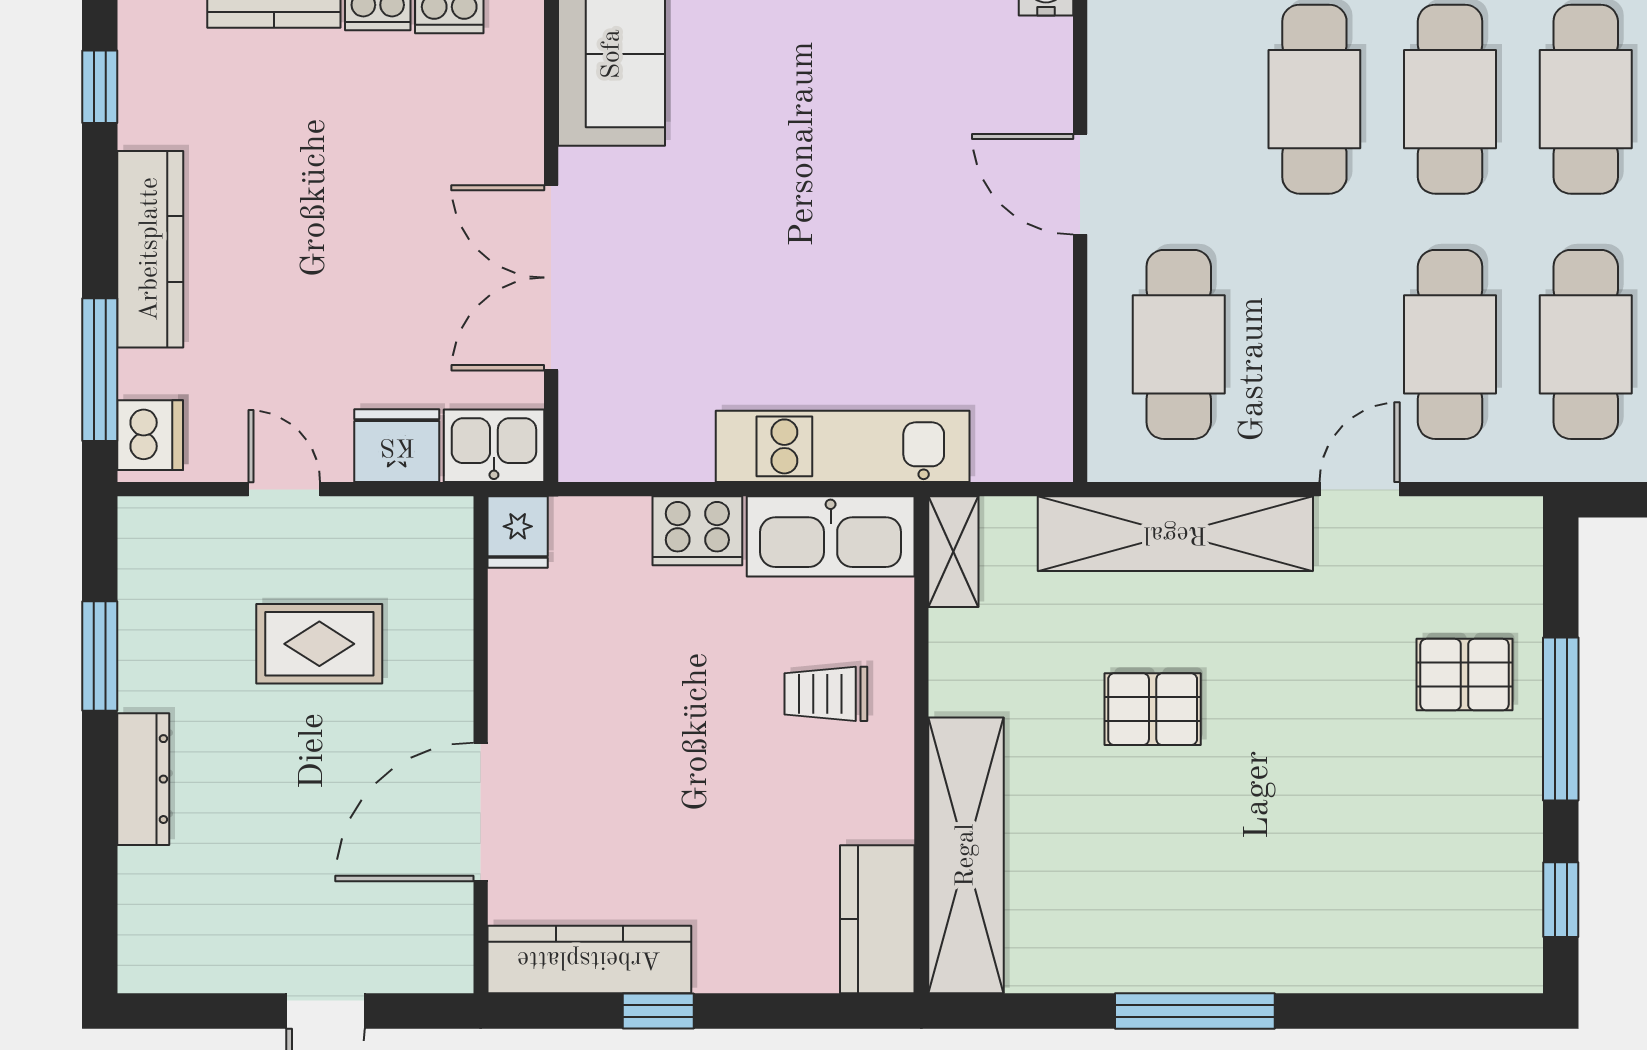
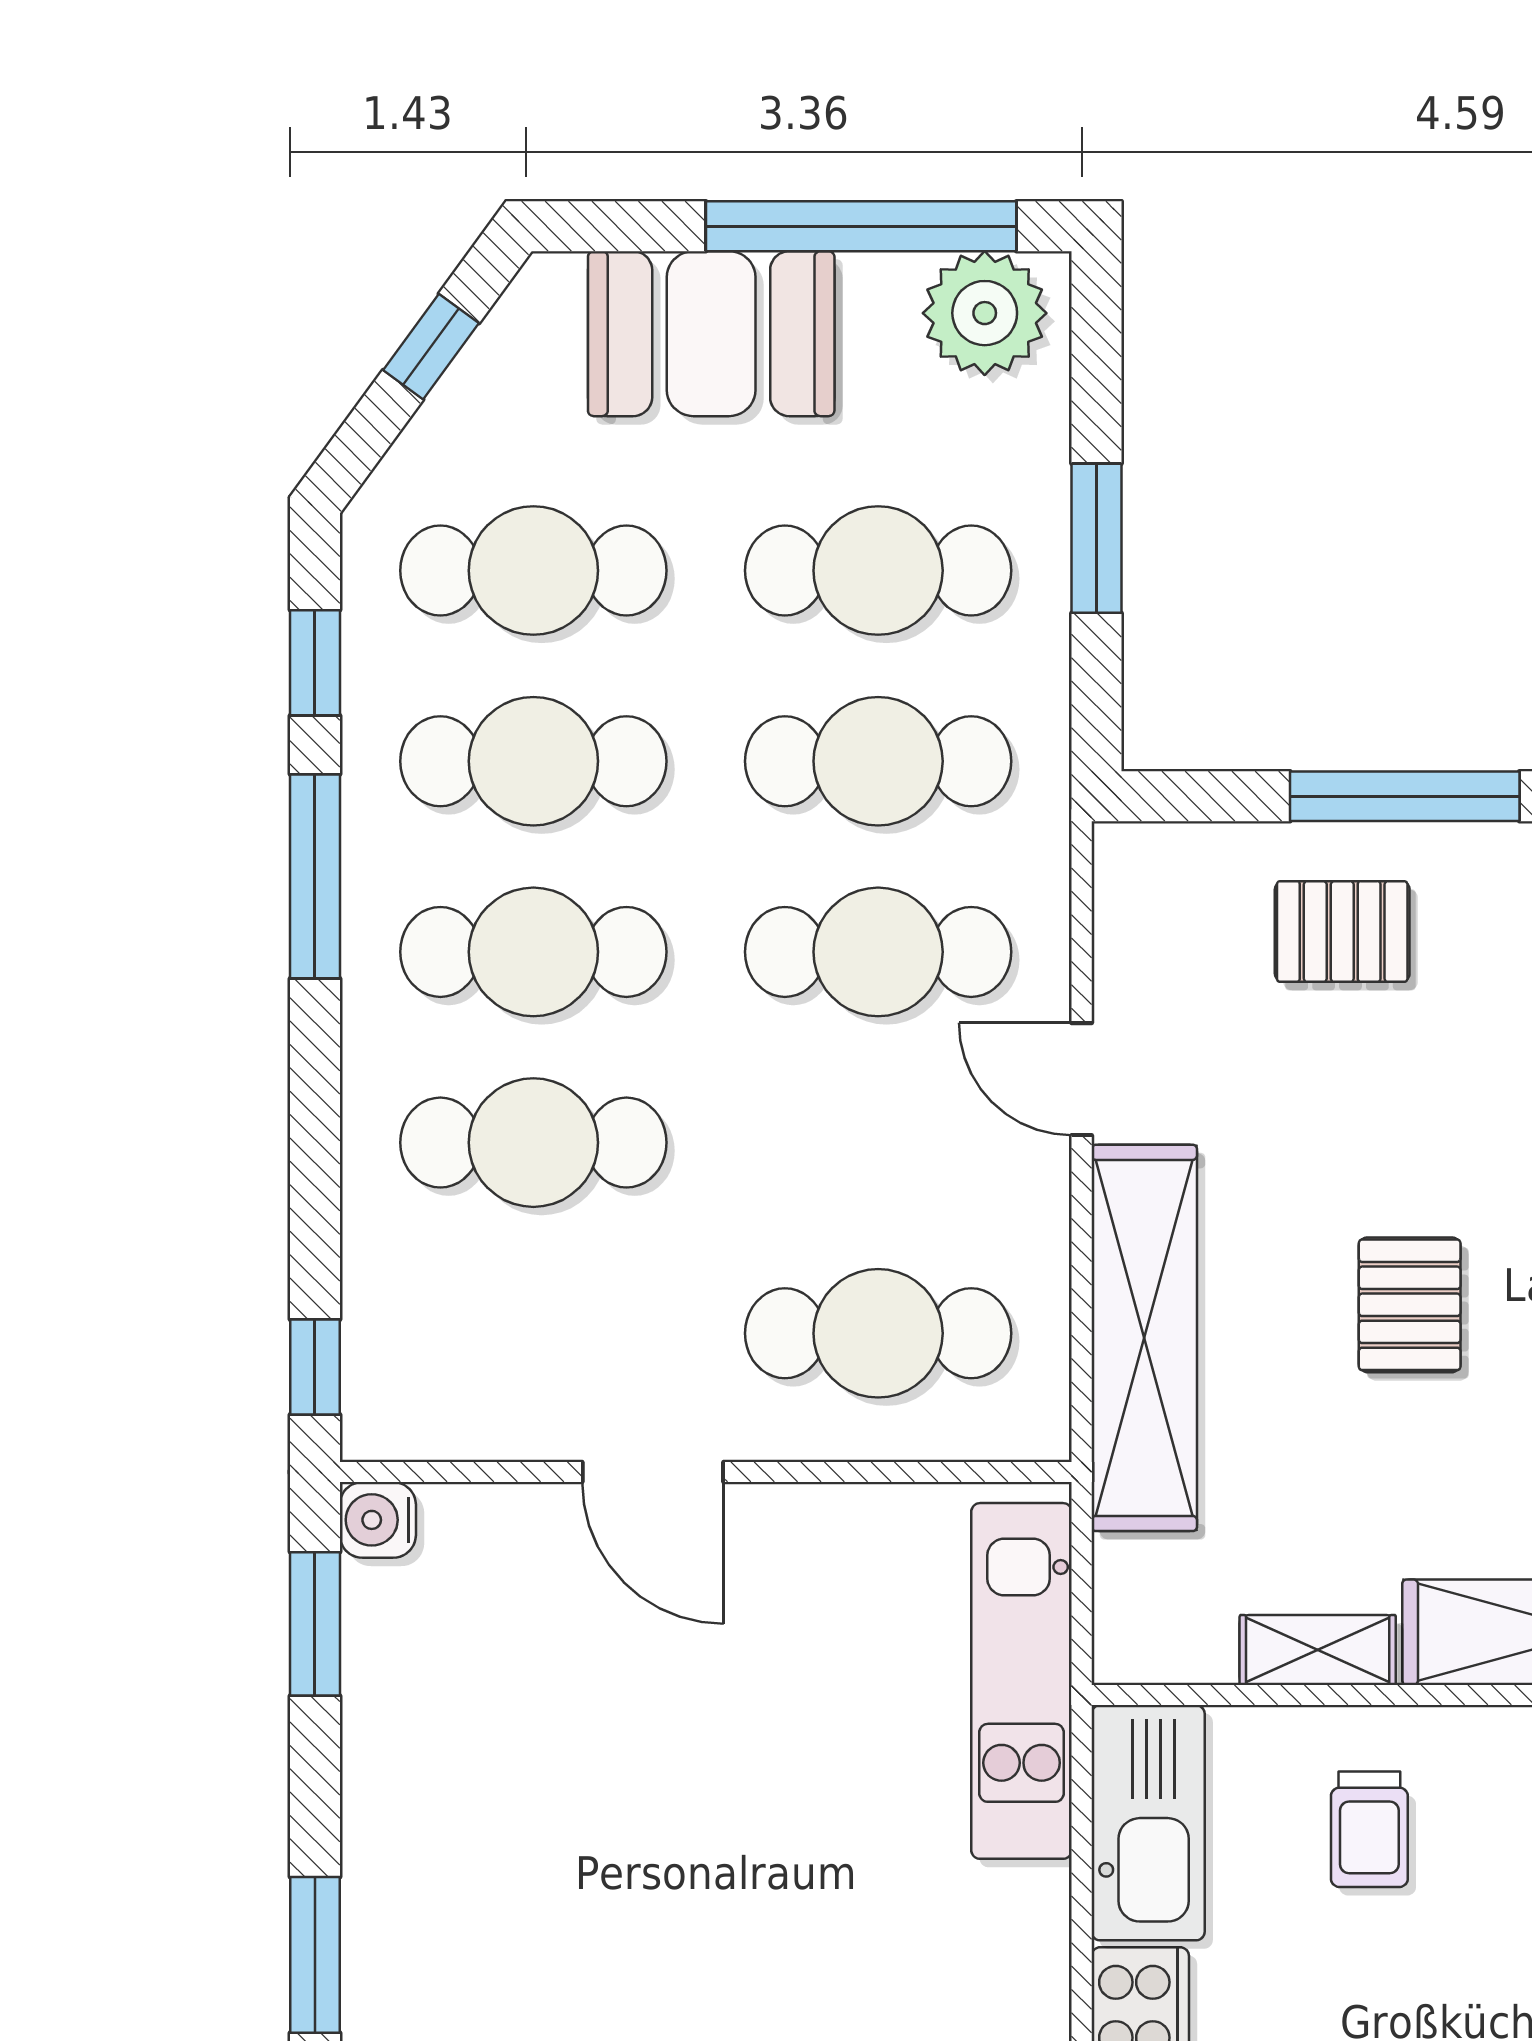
door: (1080, 184) -> (653, 1472), hinge flipped
kitchen unit: (843, 446) -> (1022, 1681), moved
shelving: (953, 552) -> (1318, 1650), moved
pallet: (1465, 675) -> (1342, 932), turned 90
pallet: (1153, 709) -> (1410, 1305), moved

